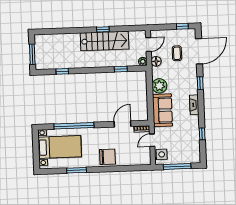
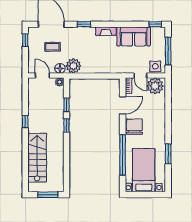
stairs: (105, 41) -> (37, 158), moved
window: (62, 71) -> (67, 125), moved
plant: (159, 86) -> (73, 66), moved
sofa: (162, 110) -> (134, 36), moved, turned 180
door: (122, 124) -> (123, 105), swing flipped
window: (202, 134) -> (155, 24), moved
plant: (143, 155) -> (155, 86), added
chair: (107, 157) -> (134, 127), moved

